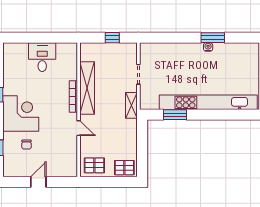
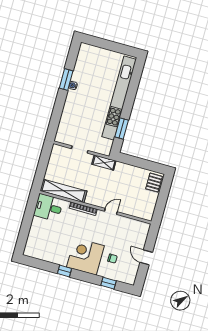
window: (112, 38) -> (43, 163), removed
desk: (42, 57) -> (48, 207), moved
shelving: (87, 88) -> (64, 191), moved
pallet: (94, 165) -> (145, 207), removed

